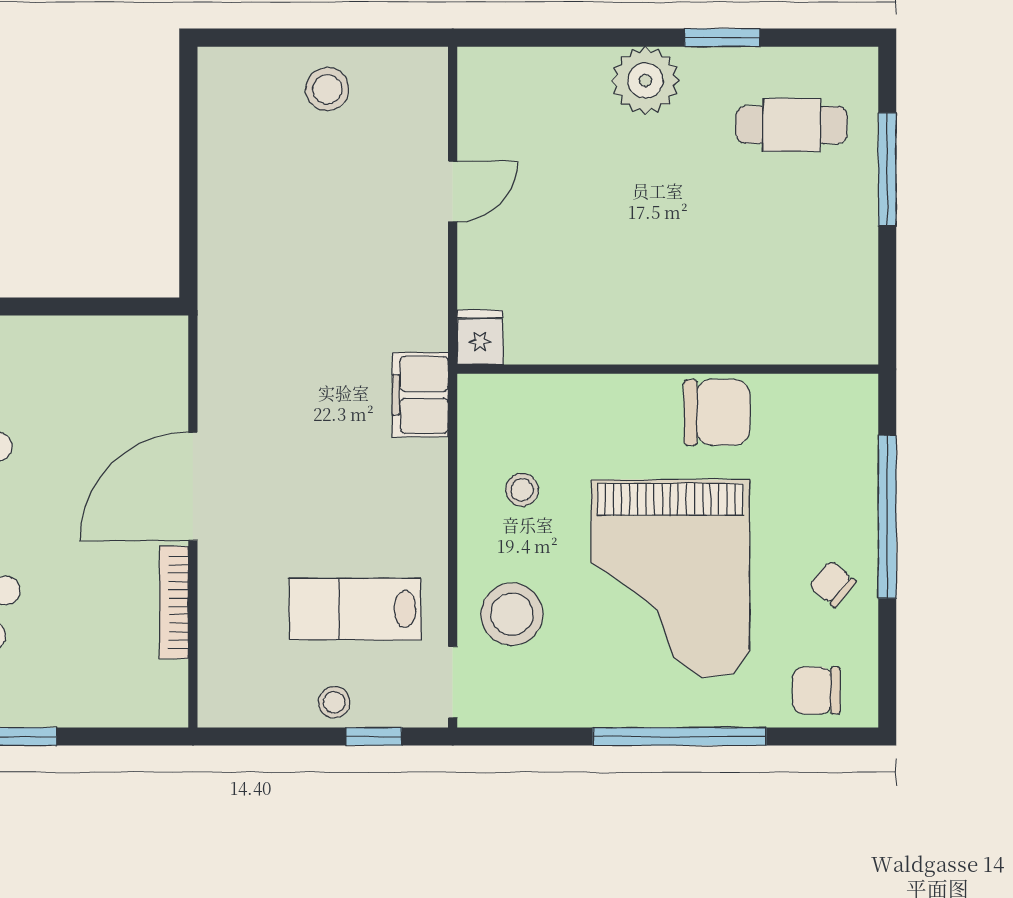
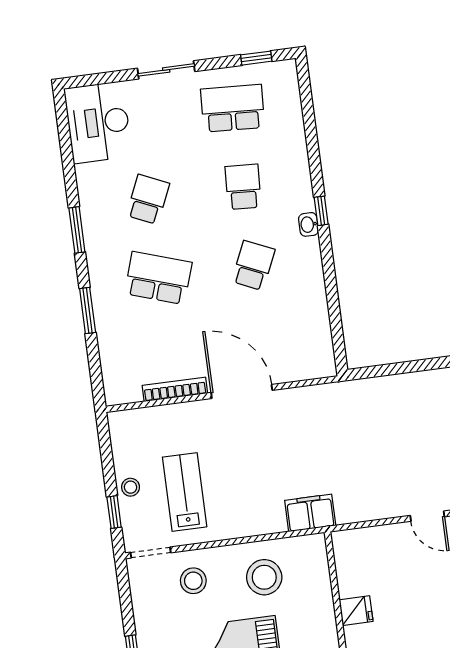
fridge: (480, 337) -> (356, 611), moved
stool: (522, 490) -> (264, 577), width x1.89, depth x1.89
stool: (512, 614) -> (193, 581), width x0.73, depth x0.73

